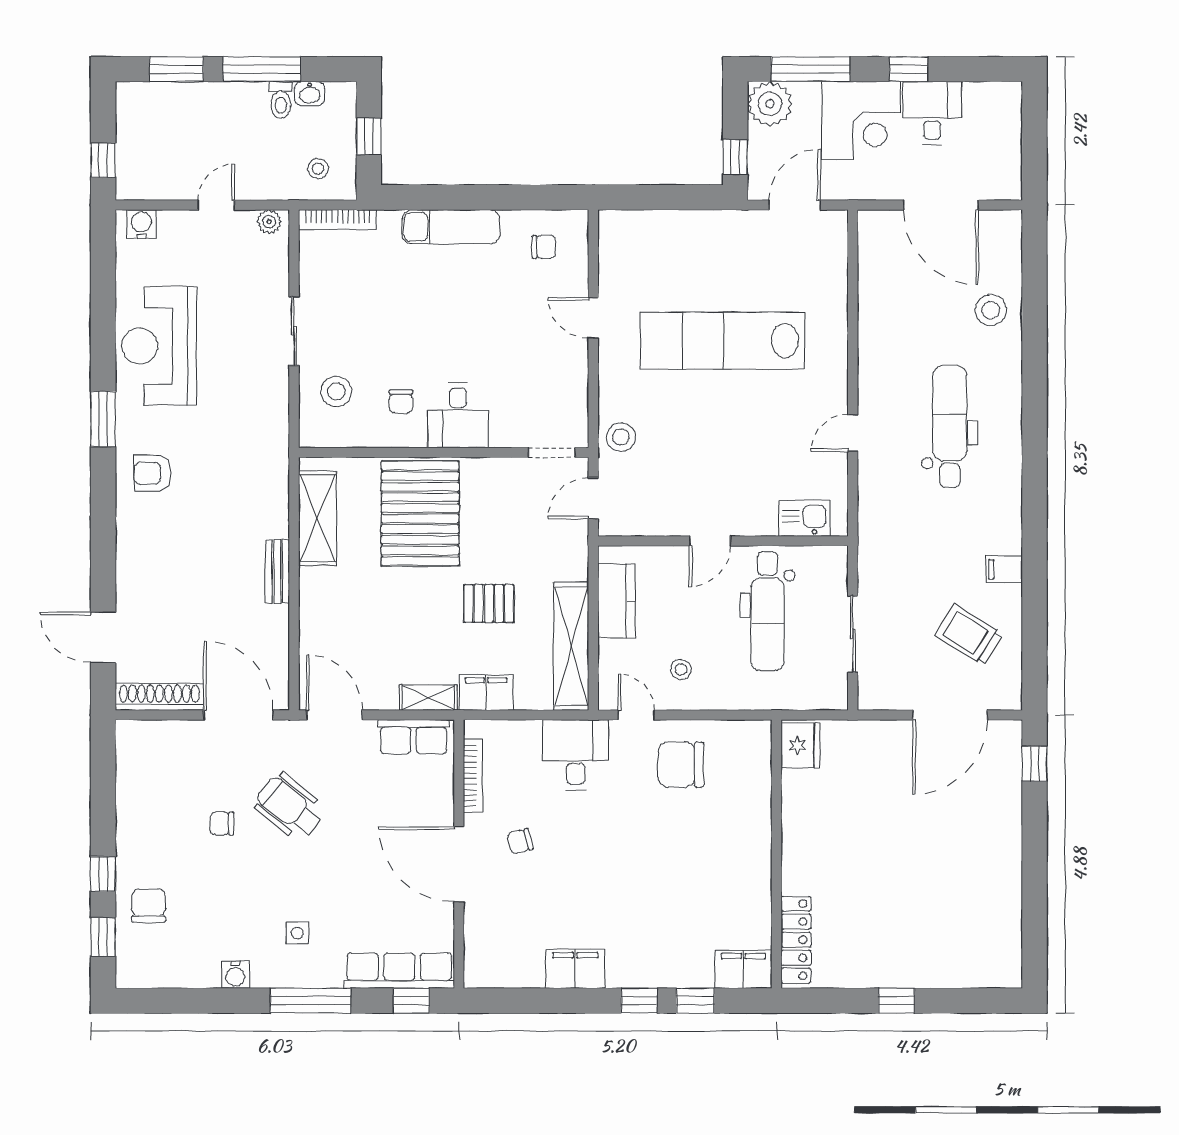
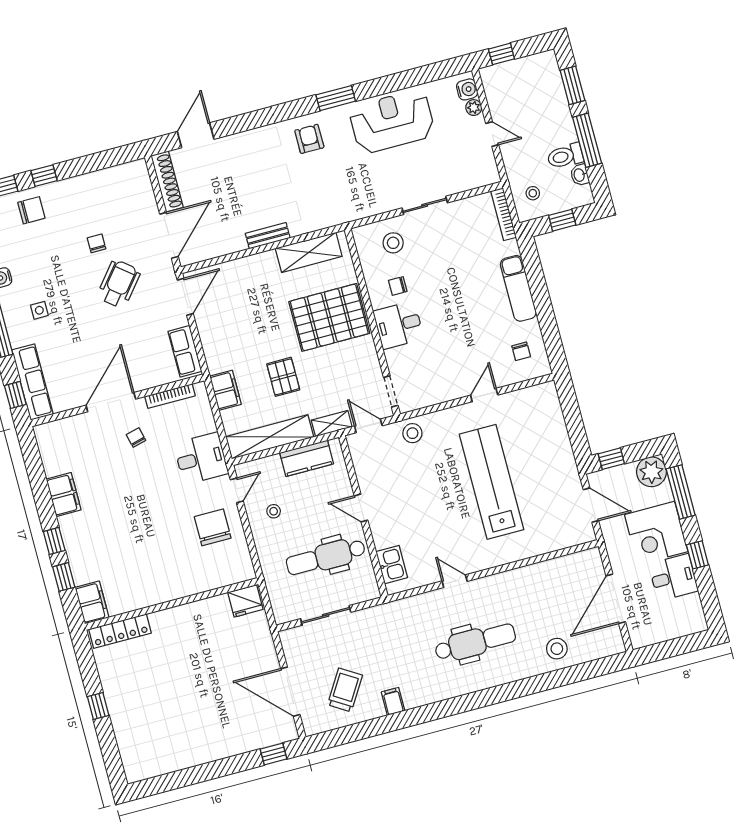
toilet: (281, 100) -> (565, 156), width x1.37, depth x1.39
plant: (269, 222) -> (474, 108), moved
shelving: (428, 698) -> (332, 424), moved, turned 90

